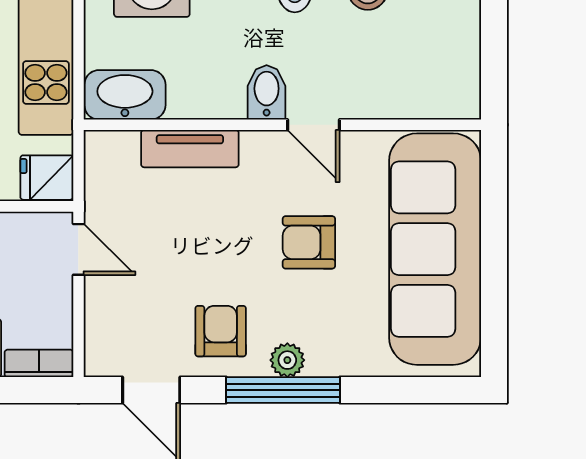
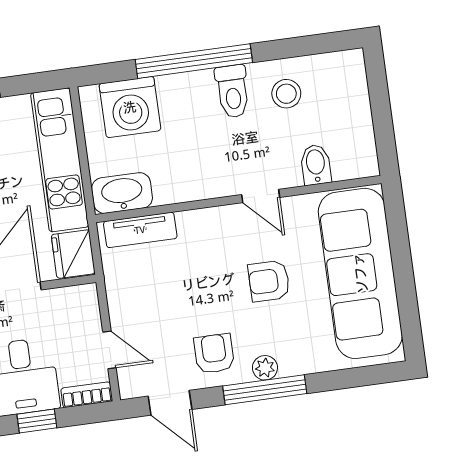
bidet: (267, 92) -> (316, 165), moved
tv unit: (190, 149) -> (140, 230), moved
fridge: (47, 178) -> (73, 254), width x1.38
door: (78, 249) -> (109, 350), moved

